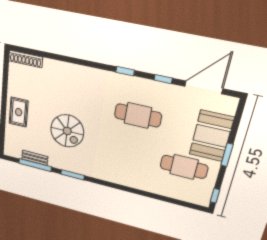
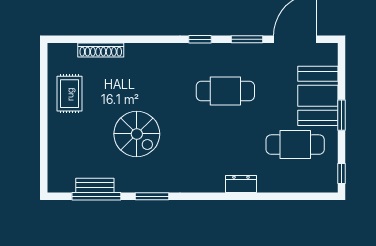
shoe rack: (26, 59) -> (101, 50), moved
window: (163, 79) -> (247, 39), width x1.50
rug: (19, 112) -> (70, 94), moved
dresser: (137, 183) -> (241, 184), added

